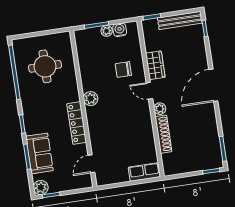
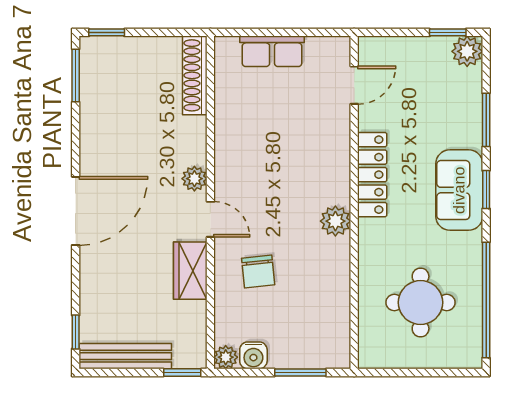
plant: (107, 31) -> (226, 357), moved
chair: (123, 70) -> (258, 272), turned 84
shoe rack: (163, 134) -> (195, 75), moved
sofa: (39, 153) -> (459, 190), moved
row of seats: (144, 172) -> (272, 51), moved

